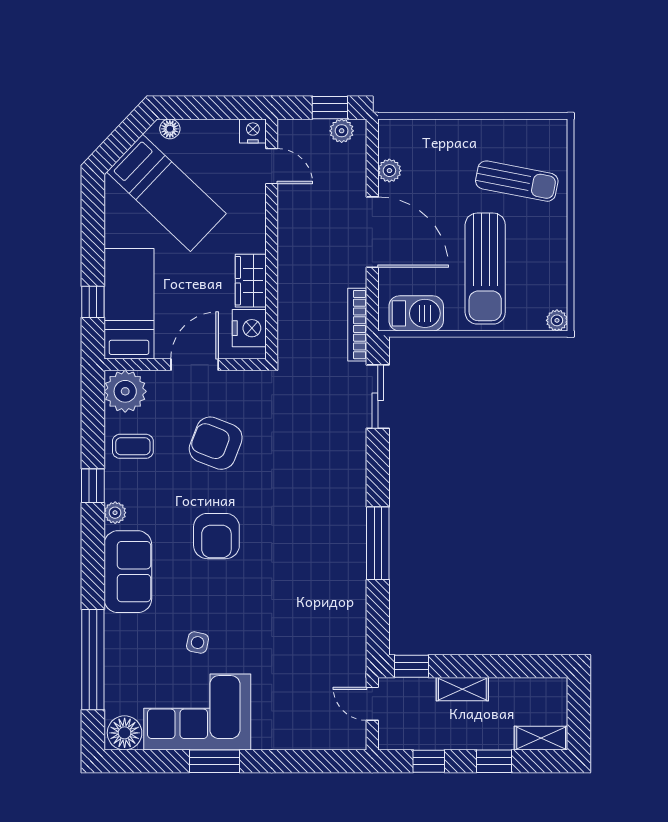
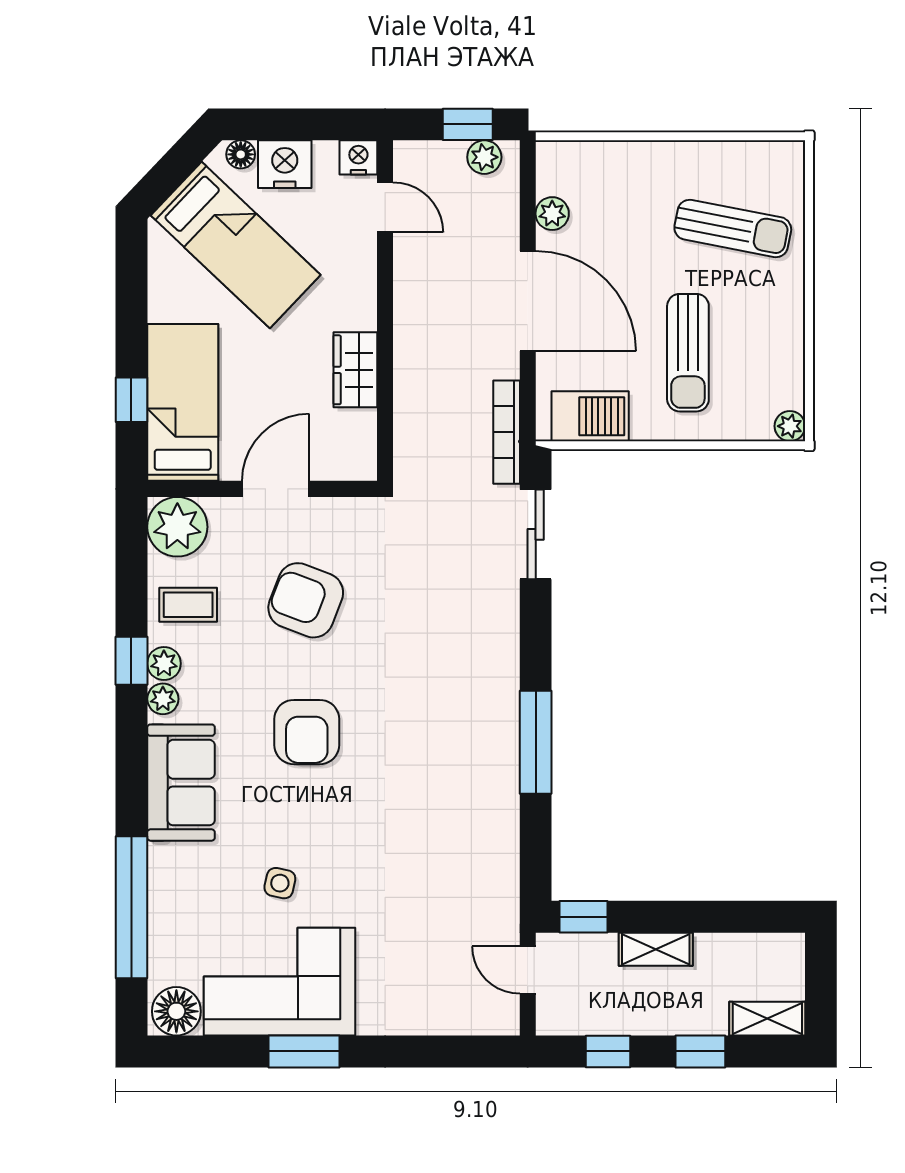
sun lounger: (485, 269) -> (688, 353), width x0.73, depth x0.75
nightstand: (249, 328) -> (285, 164), moved, turned -90
plant: (116, 488) -> (164, 663), added

